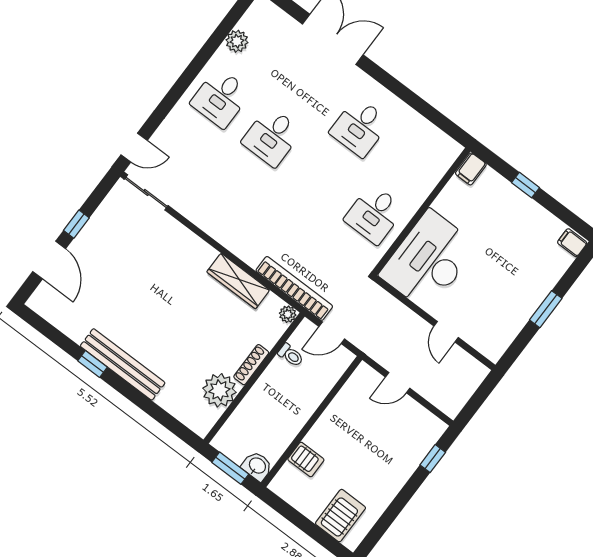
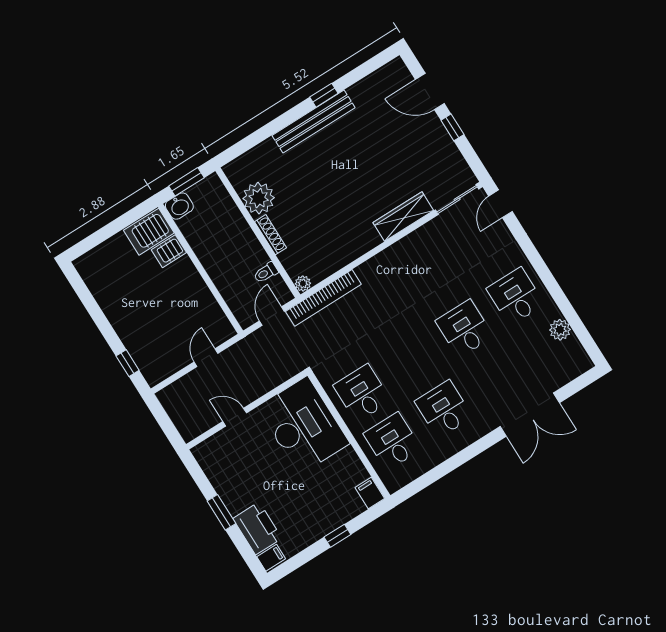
desk: (411, 166) -> (392, 441), added
printer: (548, 267) -> (257, 528), added
wardrobe: (238, 281) -> (403, 216), moved
server rack: (340, 516) -> (149, 232), moved, turned 90

